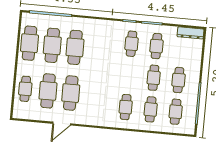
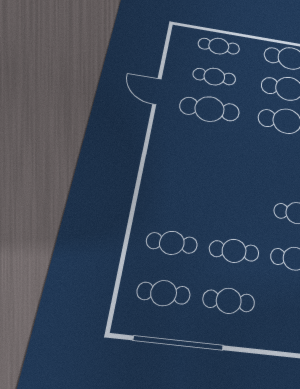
cafe table: (48, 91) -> (214, 77), width x0.73, depth x0.74
cafe table: (126, 107) -> (179, 197), removed

